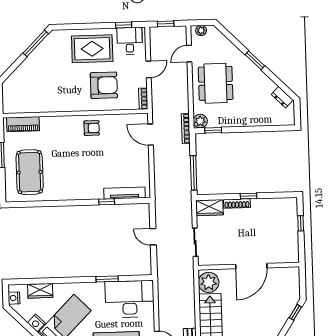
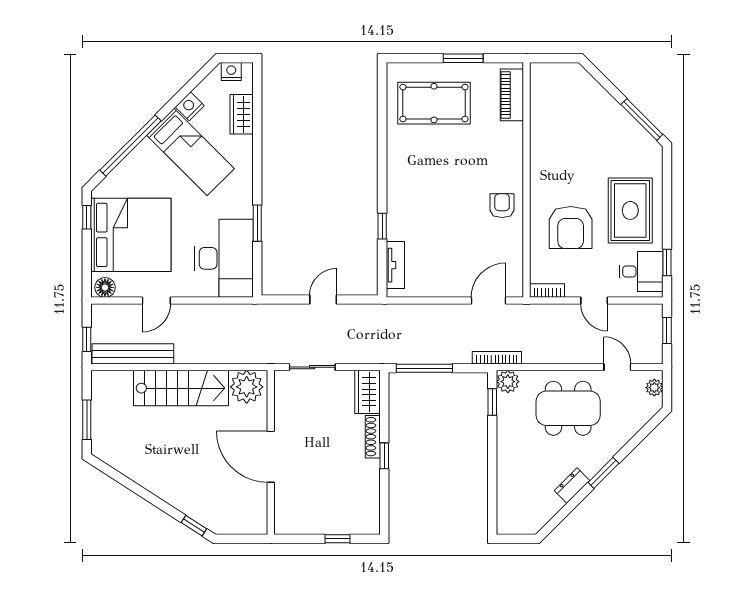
dresser: (282, 97) -> (572, 486), moved
armchair: (92, 128) -> (502, 206), turned 180
tv unit: (124, 193) -> (395, 265), width x0.71

